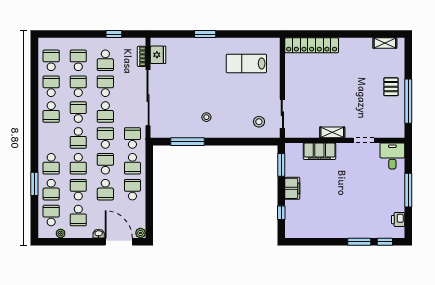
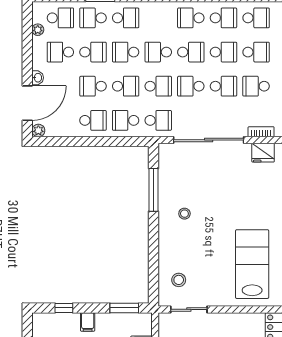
lab bench: (246, 63) -> (252, 264), width x1.36, depth x1.39
school desk: (51, 164) -> (126, 18), turned 180
filing cabinet: (292, 188) -> (88, 322), width x0.50

